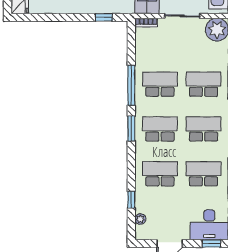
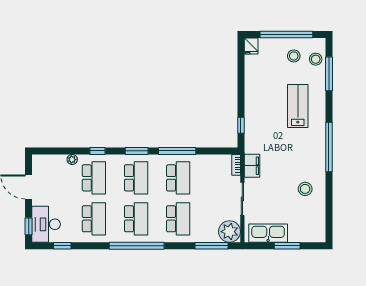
window: (131, 200) -> (98, 151), moved
plant: (140, 219) -> (72, 160), moved

